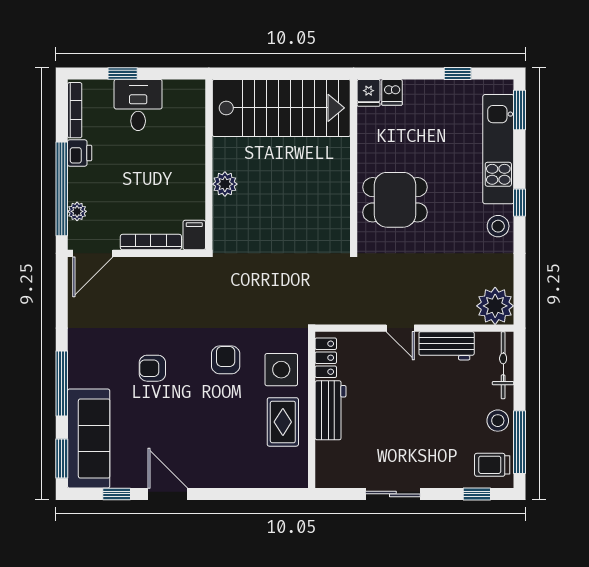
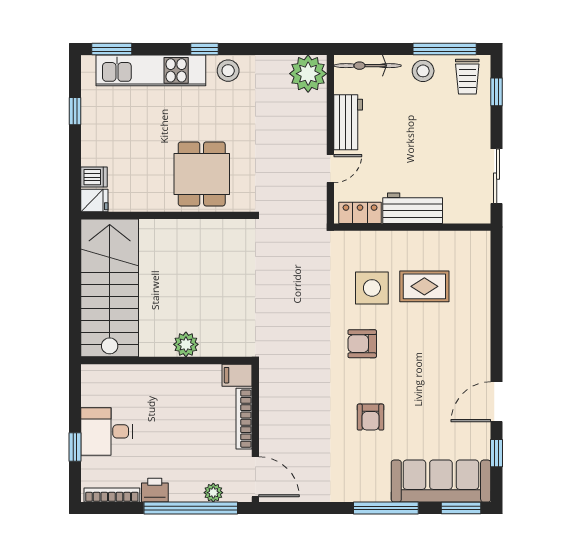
locker: (326, 358) -> (360, 213), moved
wall: (312, 410) -> (412, 227), moved
workbench: (330, 410) -> (413, 208), moved

